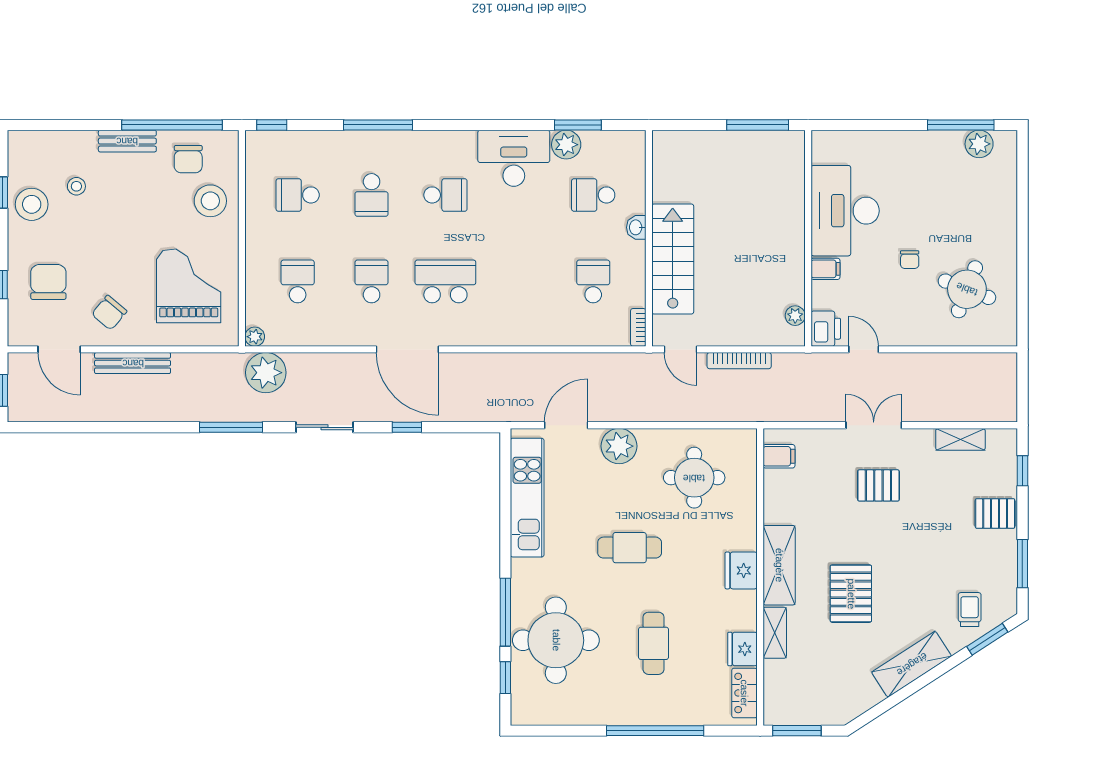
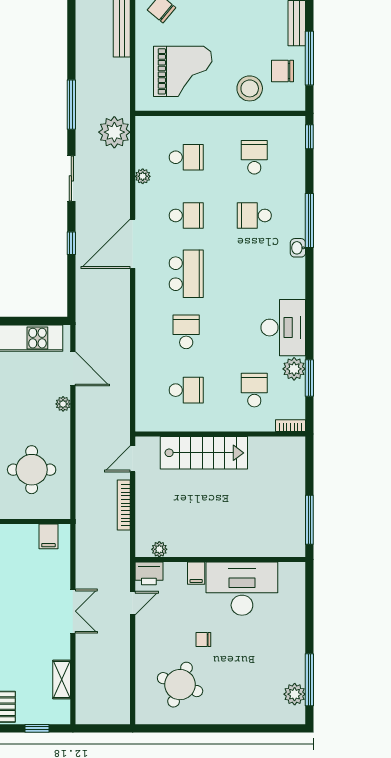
window: (172, 125) -> (309, 58), width x0.68
school desk: (445, 195) -> (186, 332), moved, turned 180
washbasin: (636, 227) -> (298, 248), moved, turned -90
bookcase: (638, 327) -> (291, 426), moved
plant: (255, 337) -> (143, 176), moved
plant: (619, 446) -> (63, 404), width x0.53, depth x0.53
pallet: (878, 485) -> (25, 615), removed

